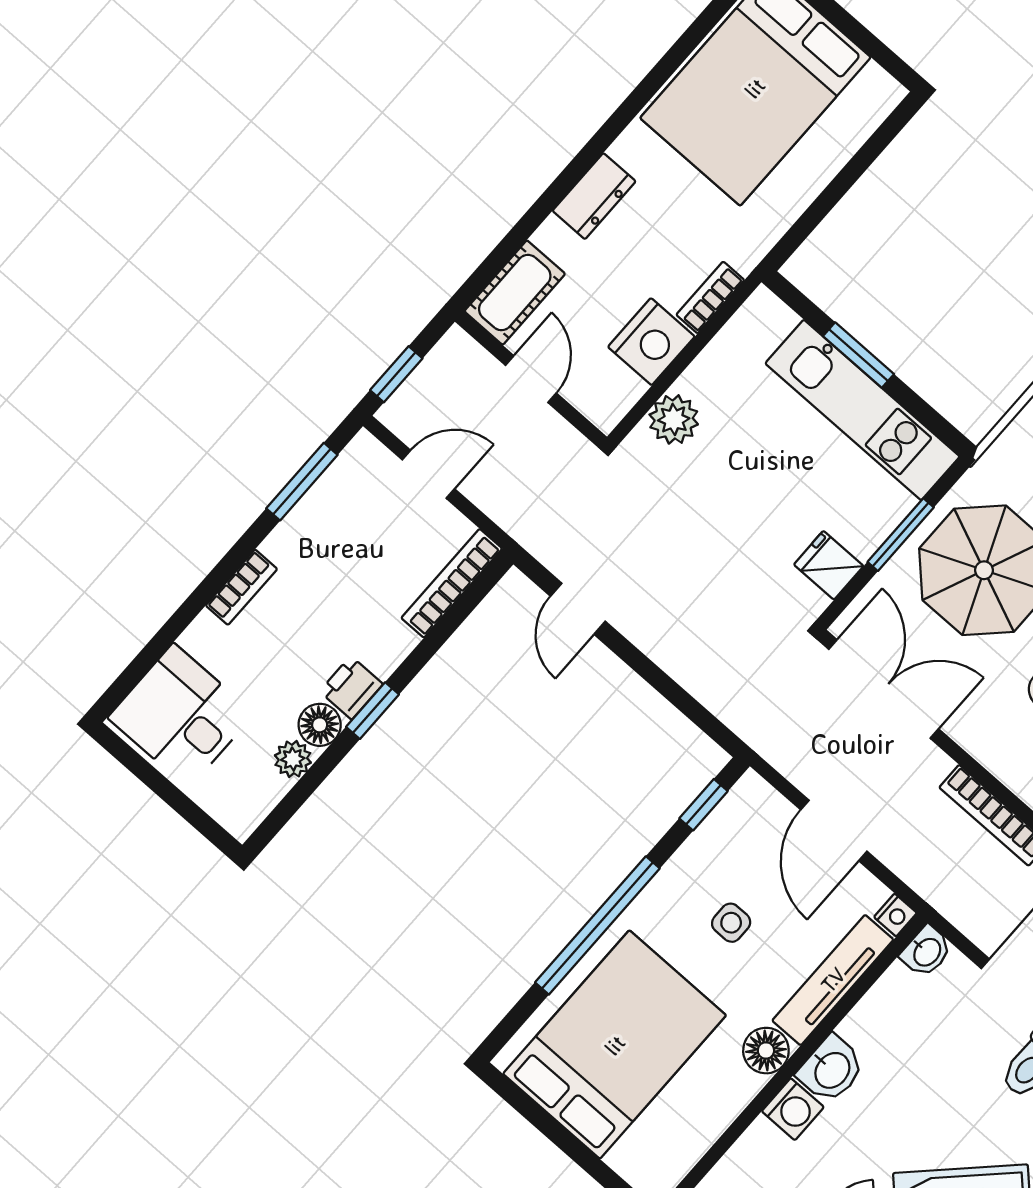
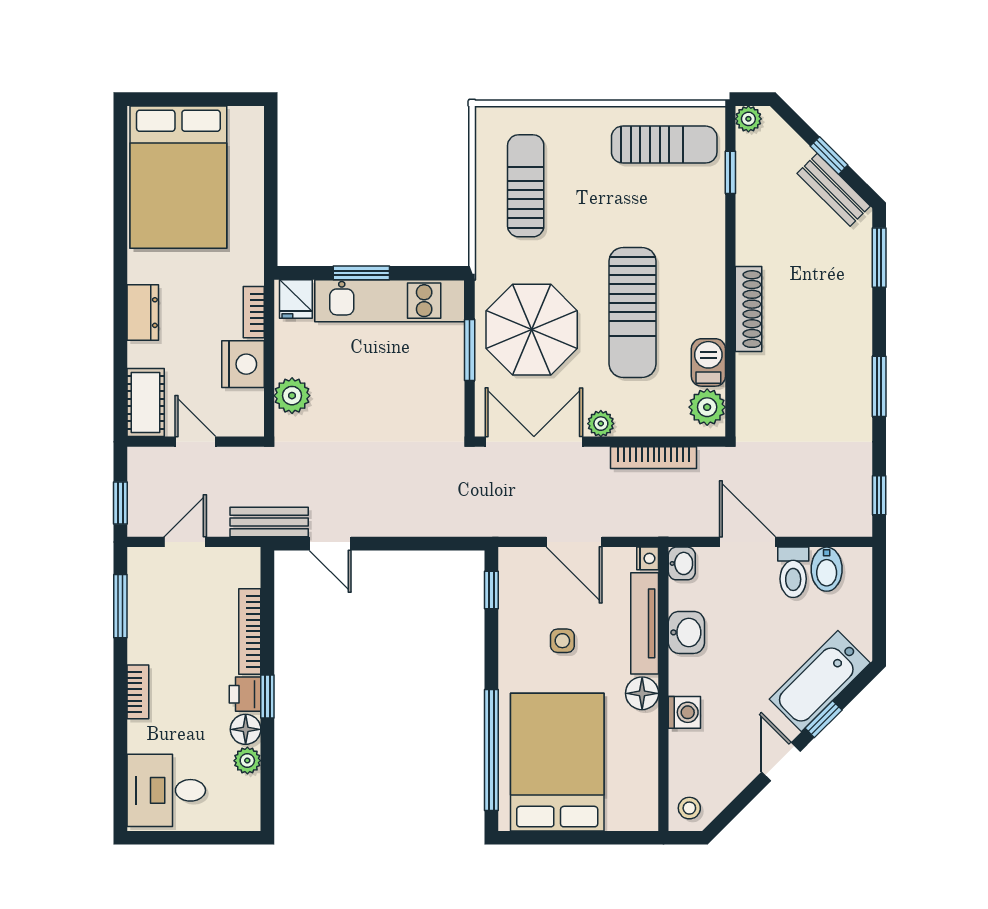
bench: (534, 530) -> (269, 522), added
fridge: (829, 565) -> (296, 299), moved, turned -90
bookcase: (452, 583) -> (250, 631), moved
plant: (970, 731) -> (601, 424), added
window: (597, 925) -> (491, 750), moved
washbasin: (831, 1069) -> (686, 632), moved

